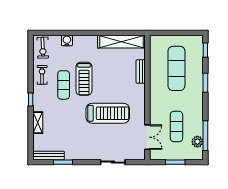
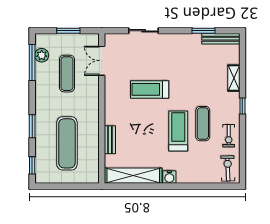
water cooler: (67, 41) -> (169, 177), moved
treadmill: (108, 113) -> (150, 89), width x0.73, depth x0.73

